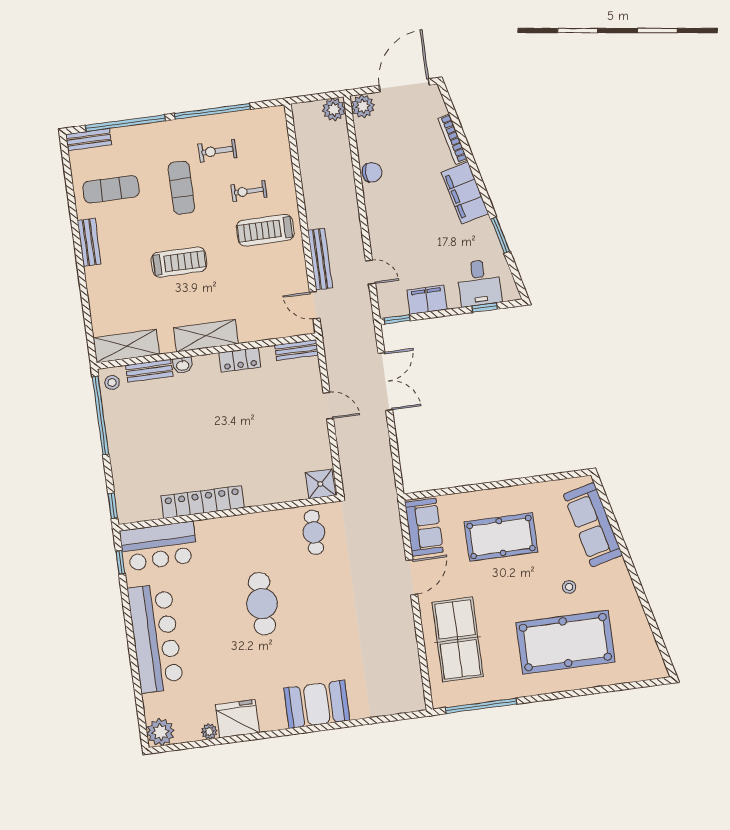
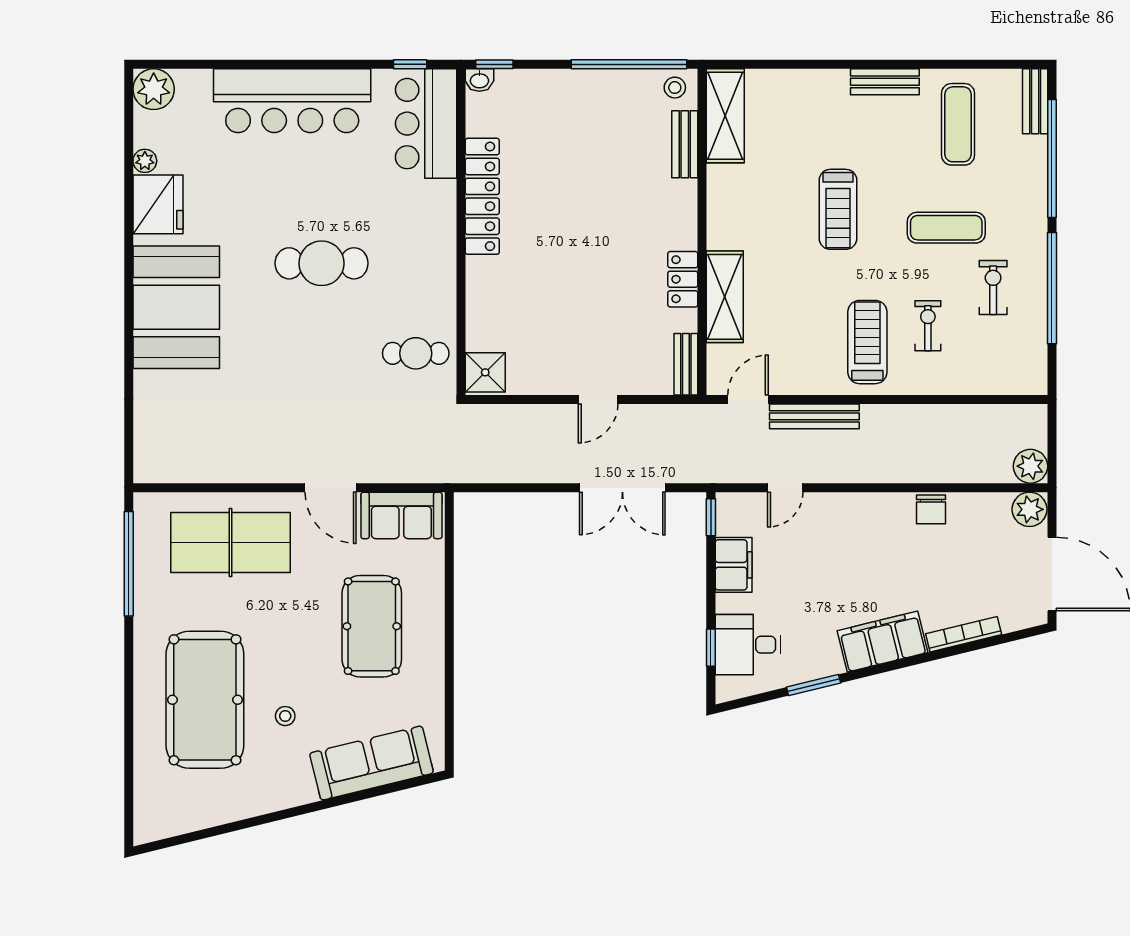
shelving: (206, 336) -> (725, 297), moved
washbasin: (183, 365) -> (479, 80), moved, turned -90
booth: (317, 704) -> (176, 307), width x1.36, depth x1.42

